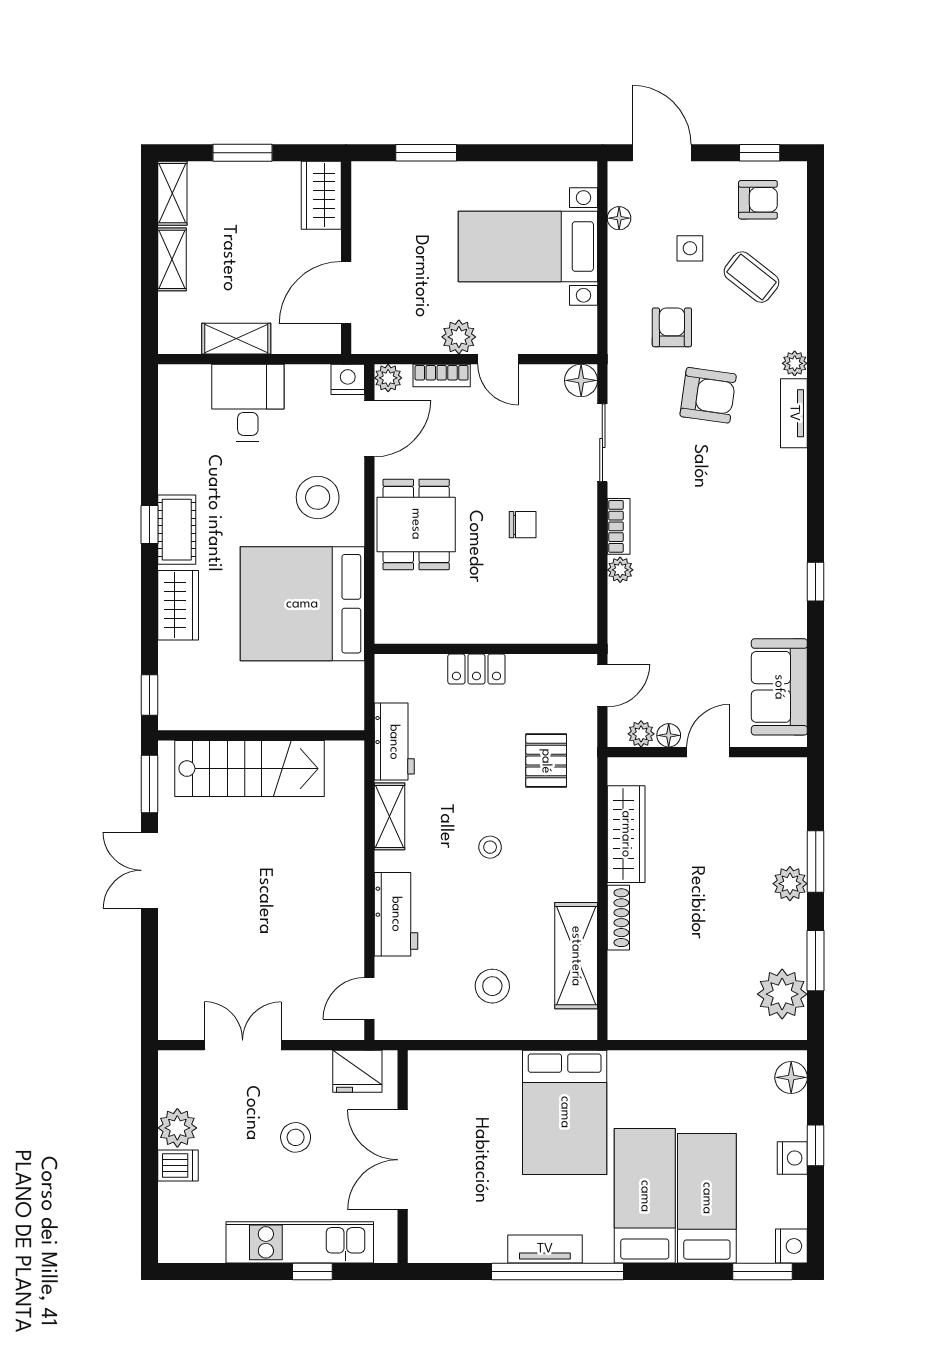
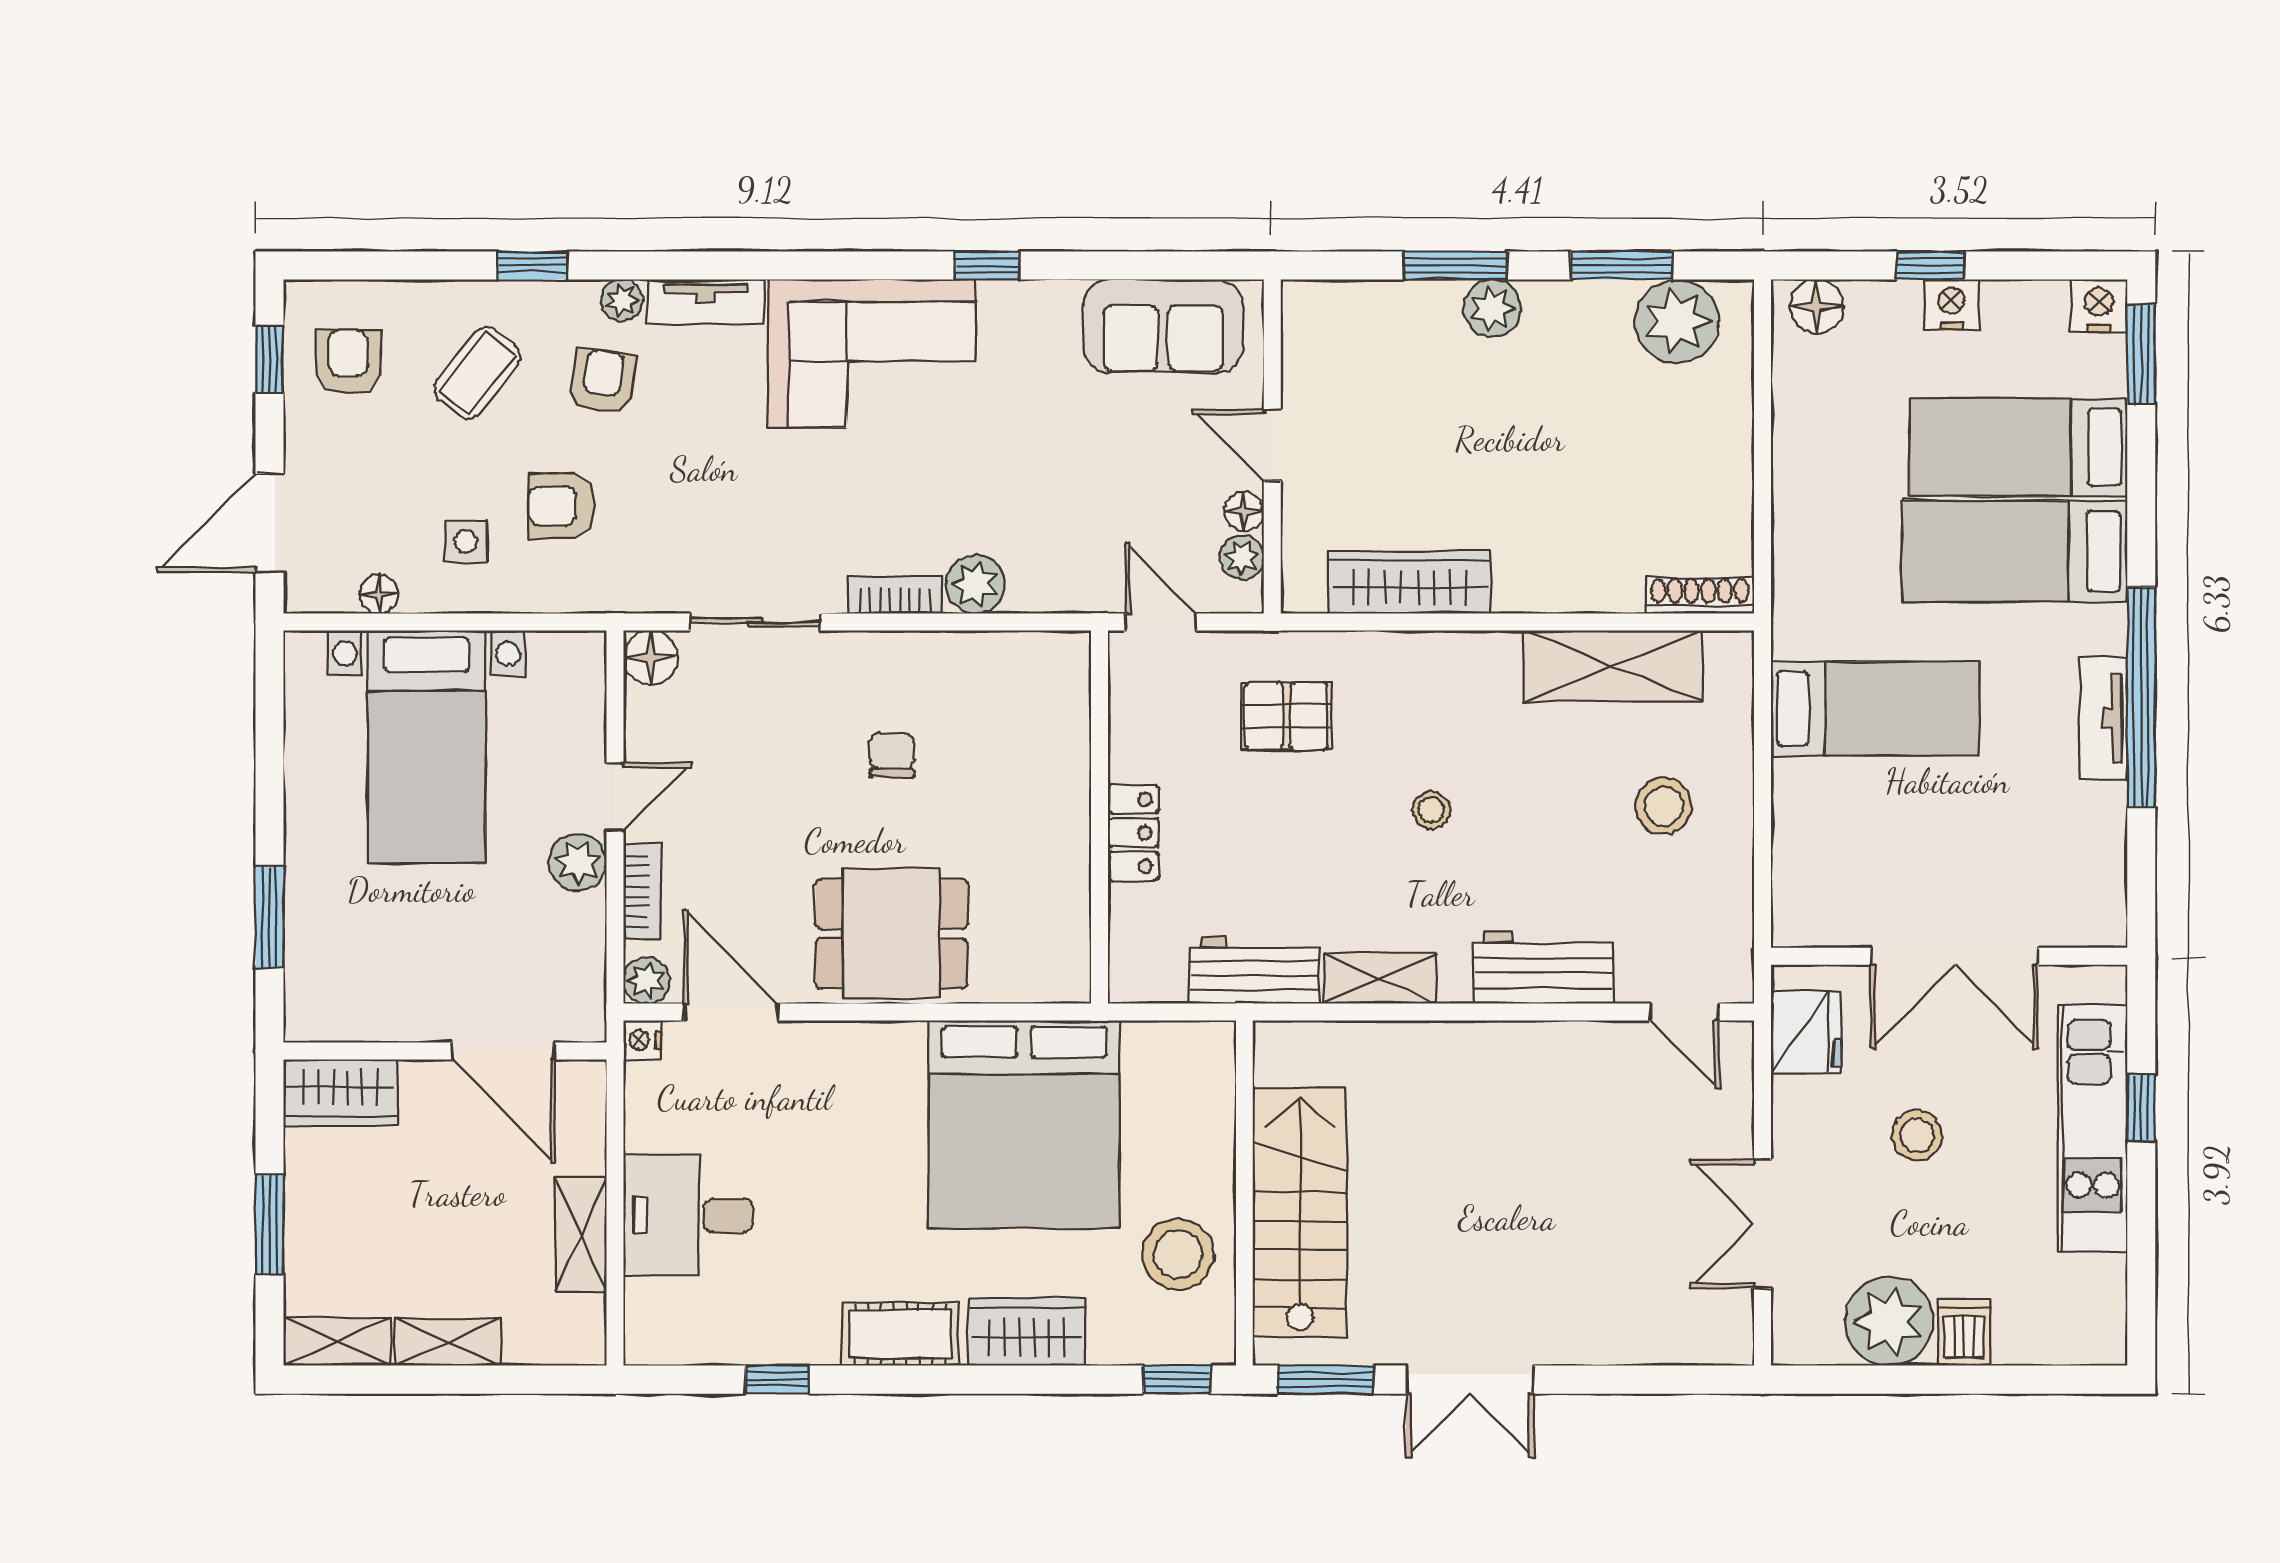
side table: (690, 248) -> (466, 541), moved
window: (816, 310) -> (532, 265), added
nightstand: (348, 379) -> (642, 1040), width x0.72, depth x0.74
armchair: (708, 395) -> (603, 381), moved, width x0.72, depth x0.72
stool: (318, 497) -> (1178, 1254), moved
corner sofa: (763, 513) -> (872, 354), added
window: (150, 525) -> (777, 1380), moved
plant: (620, 570) -> (975, 584), width x1.38, depth x1.38
shoe rack: (618, 918) -> (1700, 595), moved
bed: (565, 1112) -> (1875, 709), width x0.67
plant: (177, 1128) -> (1889, 1321), width x1.36, depth x1.36

